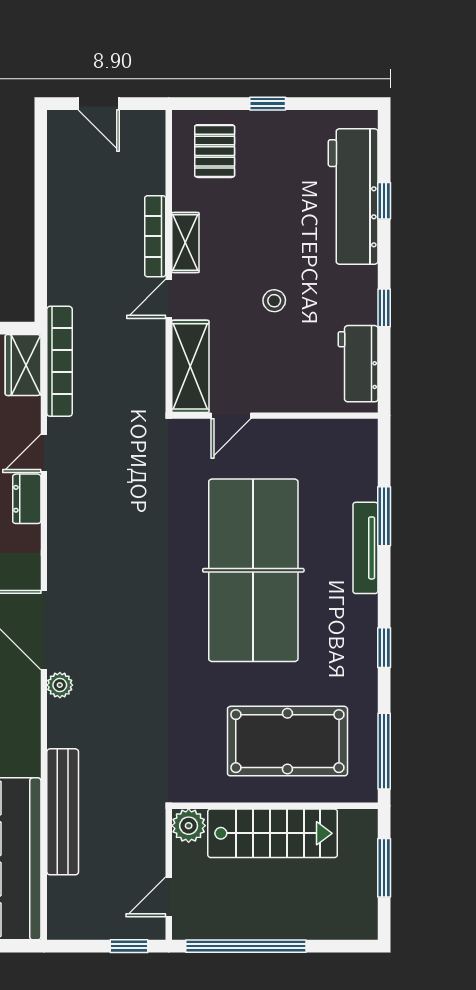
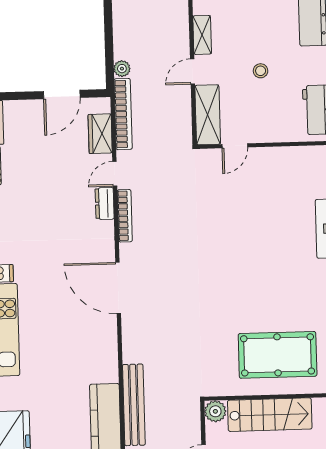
bookcase: (155, 236) -> (125, 216), moved, turned 180
wardrobe: (23, 365) -> (100, 134), moved
table tennis table: (253, 570) -> (252, 245), removed
plant: (60, 685) -> (122, 69), moved

